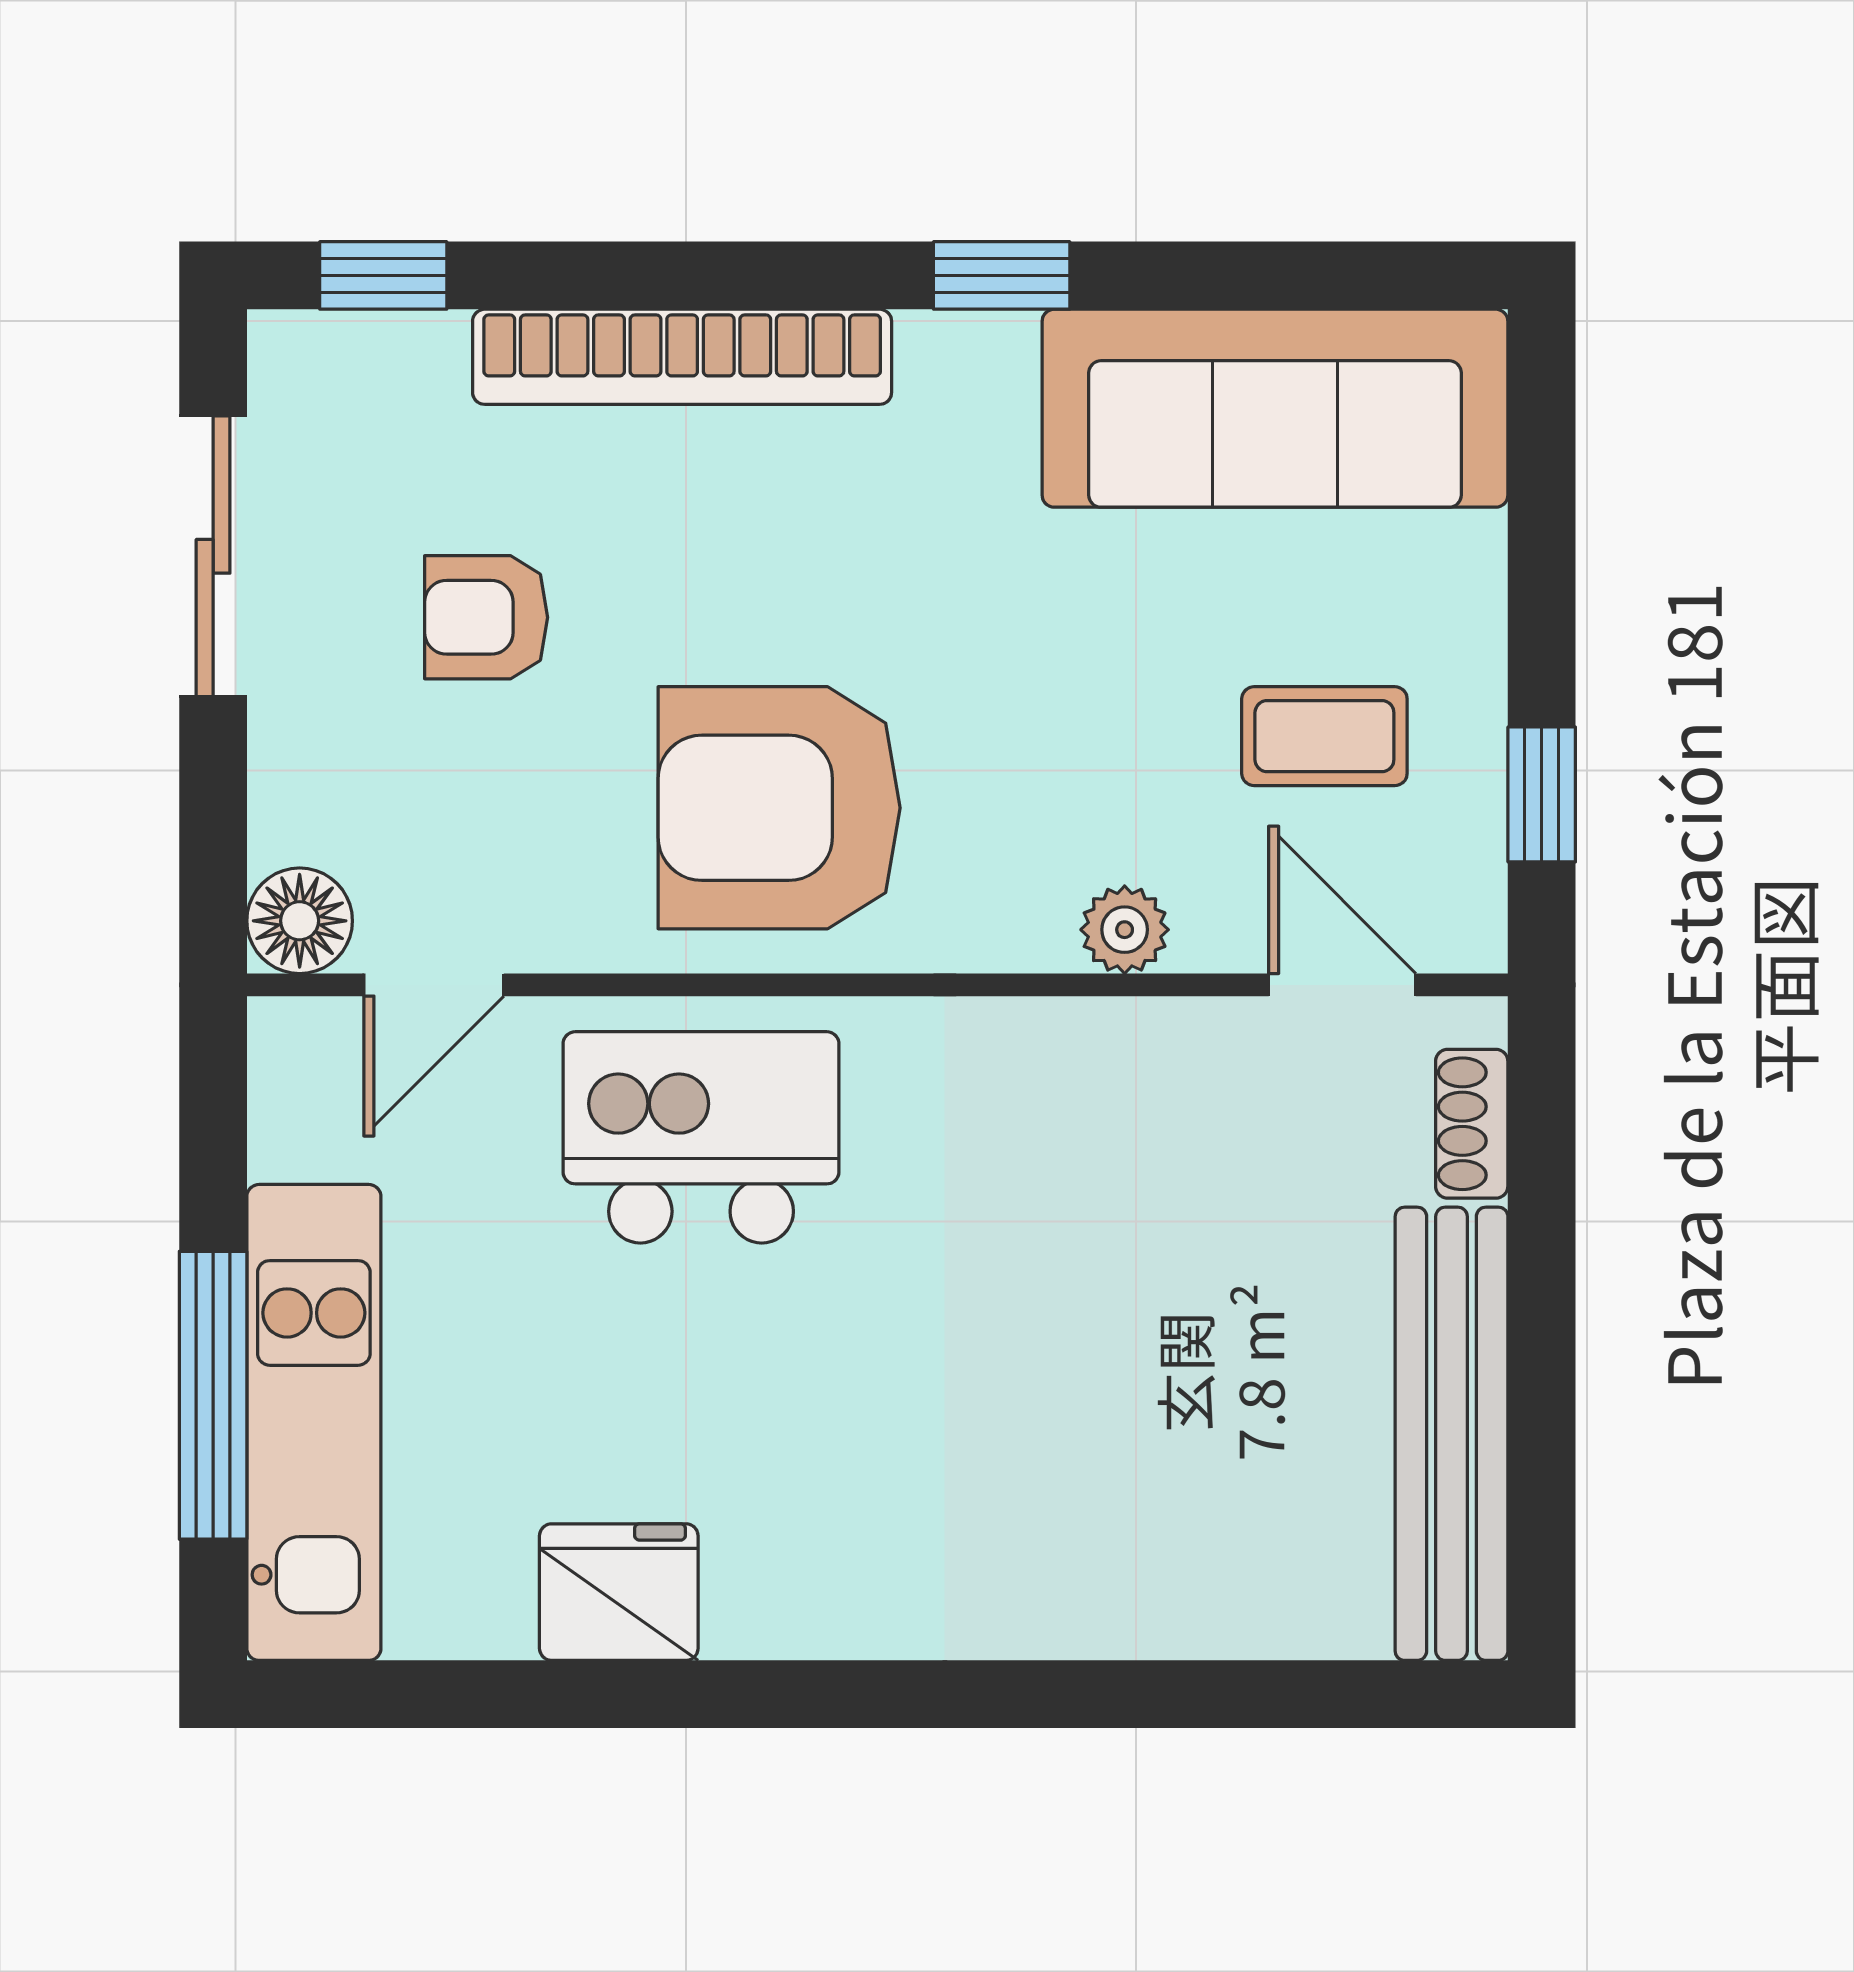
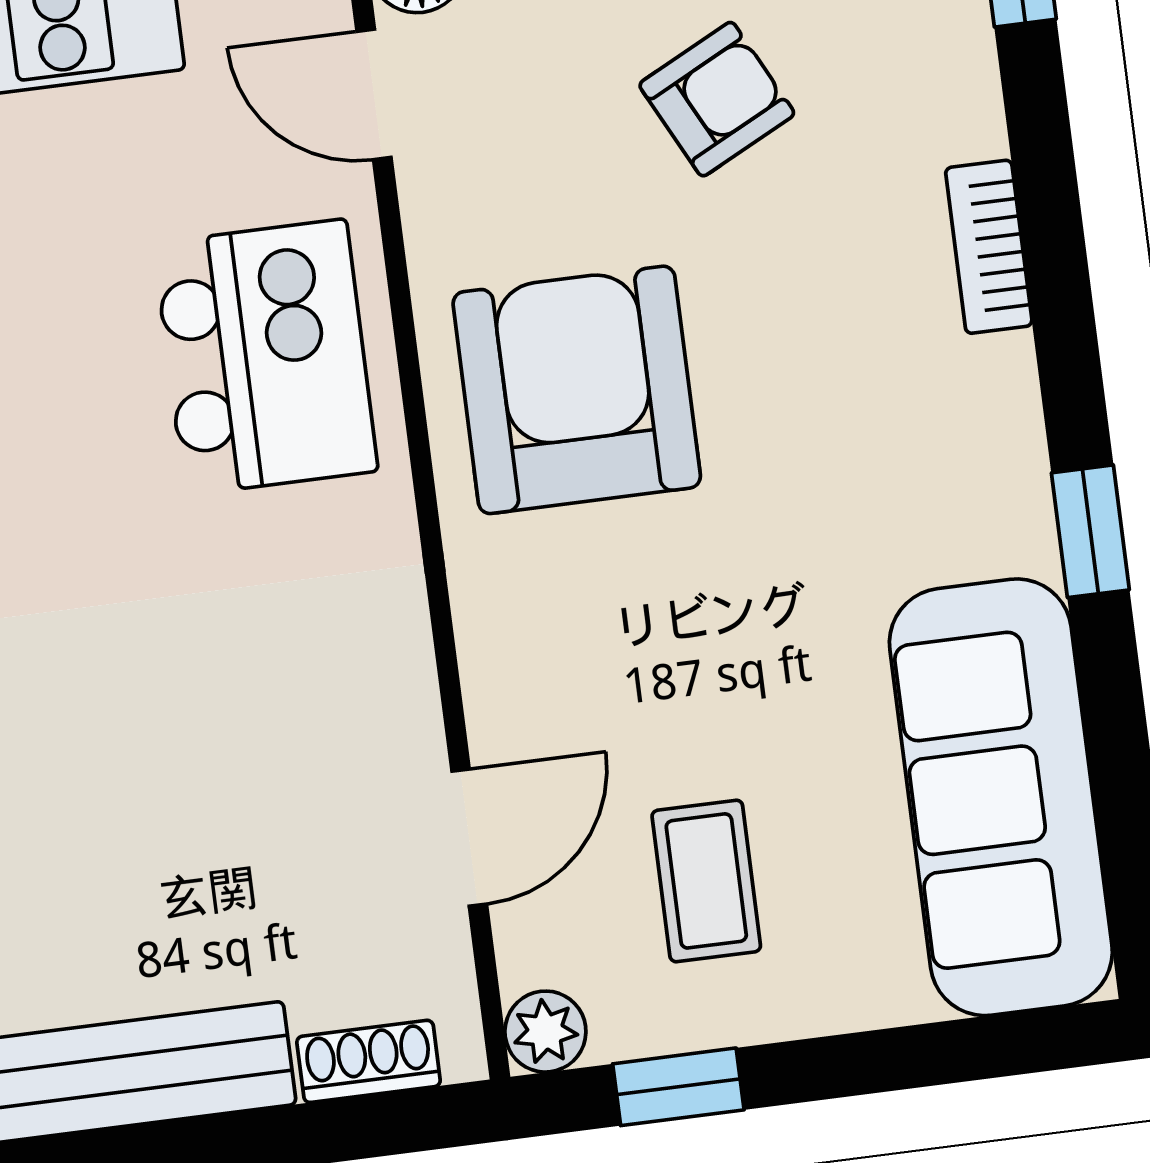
bookcase: (682, 357) -> (989, 247), width x0.43, depth x0.76
armchair: (486, 617) -> (717, 99), turned 63
plant: (1125, 930) -> (545, 1032), moved
door: (1342, 985) -> (469, 838), moved

